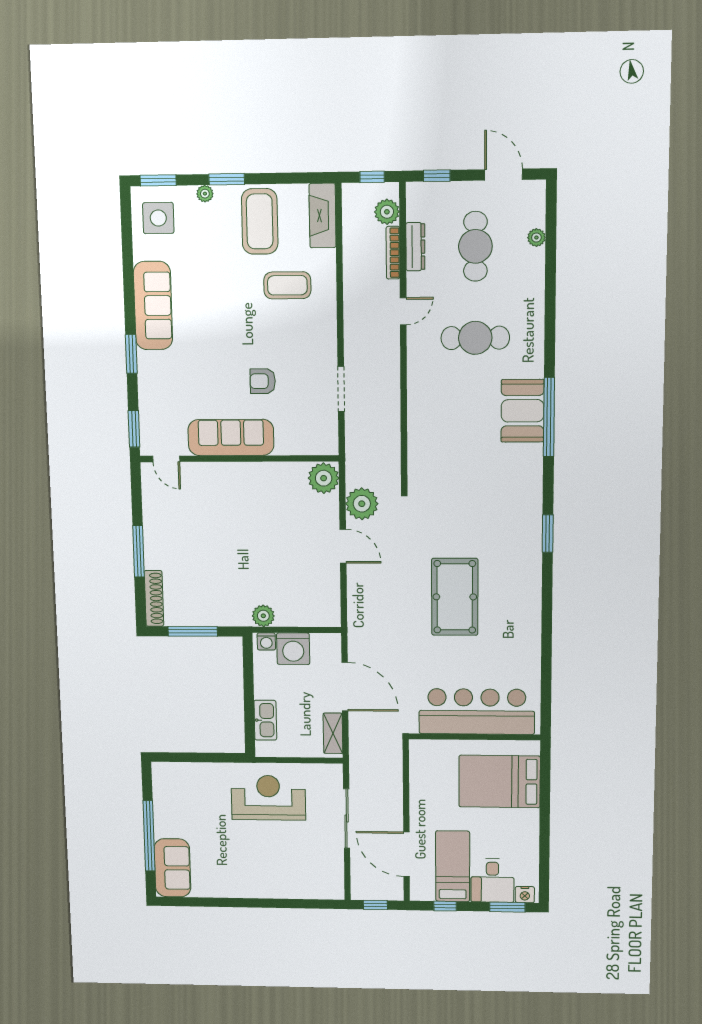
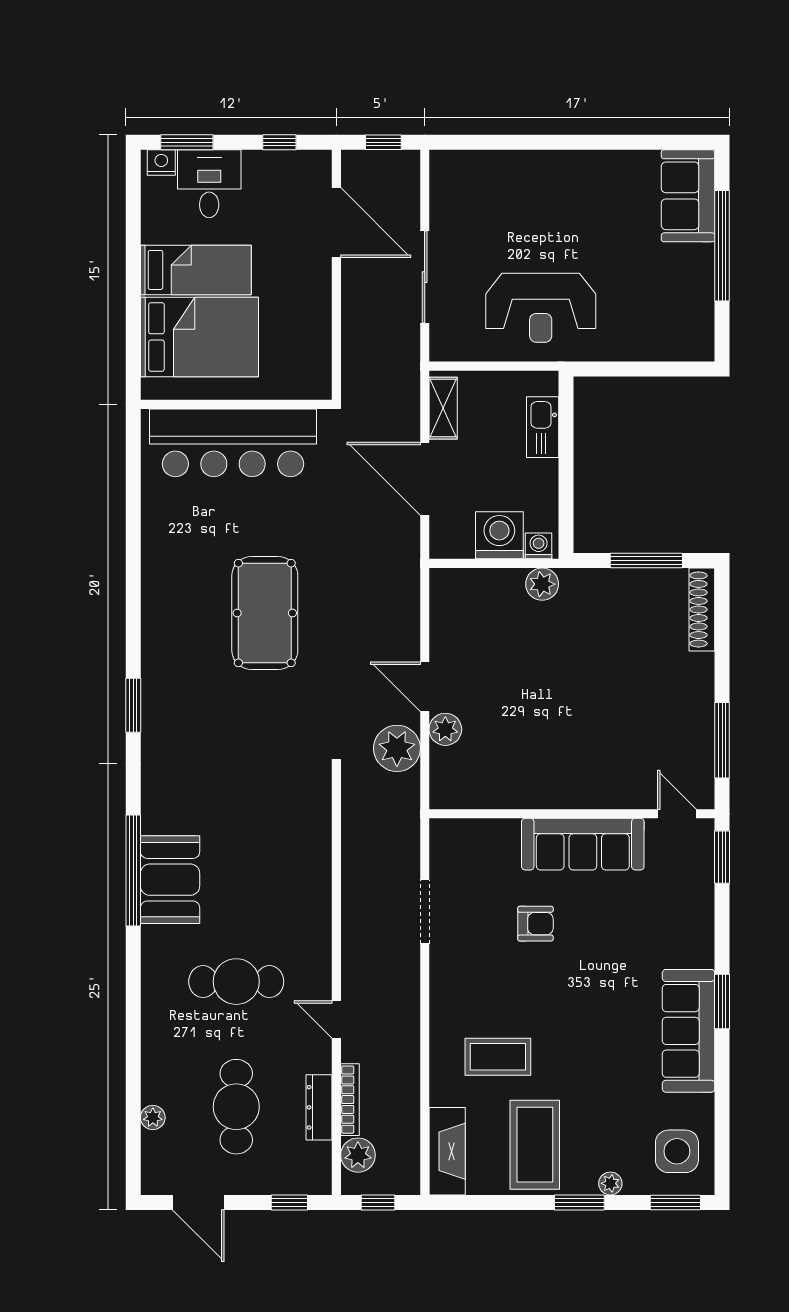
door: (403, 311) -> (336, 1019), hinge flipped
window: (131, 354) -> (722, 1002), moved
plant: (324, 478) -> (445, 729), moved, width x0.73, depth x0.73
window: (138, 551) -> (722, 740), moved
bed: (453, 866) -> (196, 270), moved, turned -90

